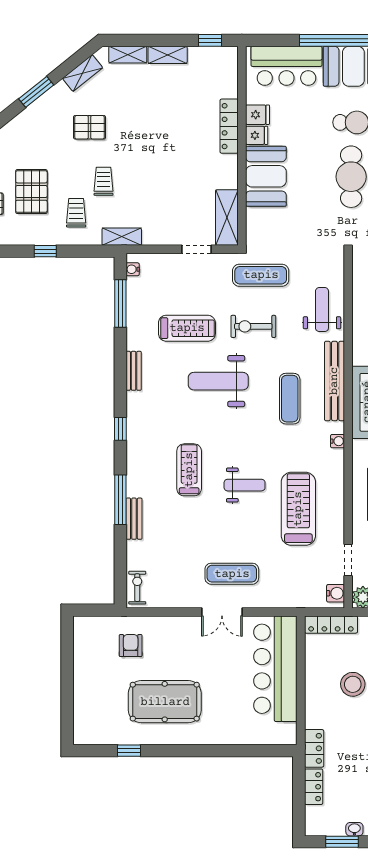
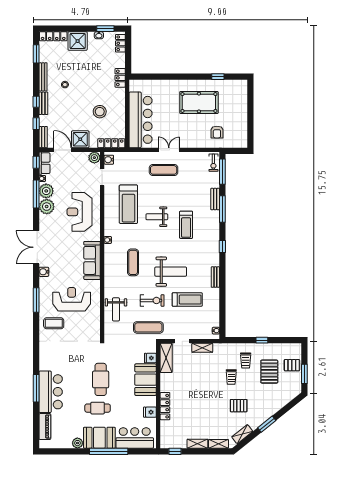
fridge: (257, 135) -> (150, 358), moved
shelving: (122, 237) -> (202, 348), moved
window: (120, 304) -> (222, 172), moved
treadmill: (187, 328) -> (187, 300), turned 180
bench: (334, 381) -> (109, 272), removed
locker: (314, 787) -> (120, 43), moved

